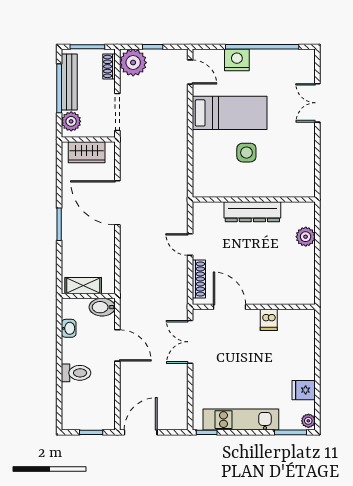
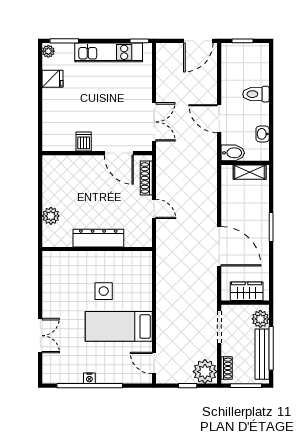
nightstand: (237, 60) -> (89, 378), moved, width x0.53, depth x0.56

